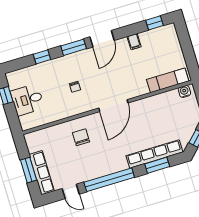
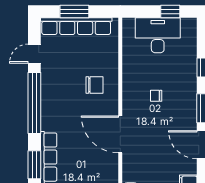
desk: (27, 100) -> (158, 35), width x1.37
row of seats: (42, 173) -> (76, 26), width x1.36

